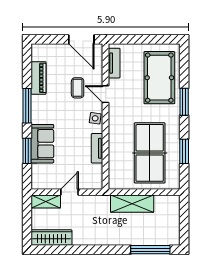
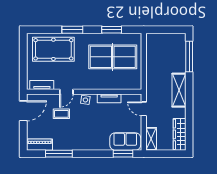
piano: (39, 78) -> (39, 145), moved
window: (27, 106) -> (59, 154), moved
sofa: (42, 144) -> (125, 142), moved
window: (27, 151) -> (123, 154), moved
door: (69, 192) -> (144, 109), moved
shelving: (132, 204) -> (179, 90), moved

